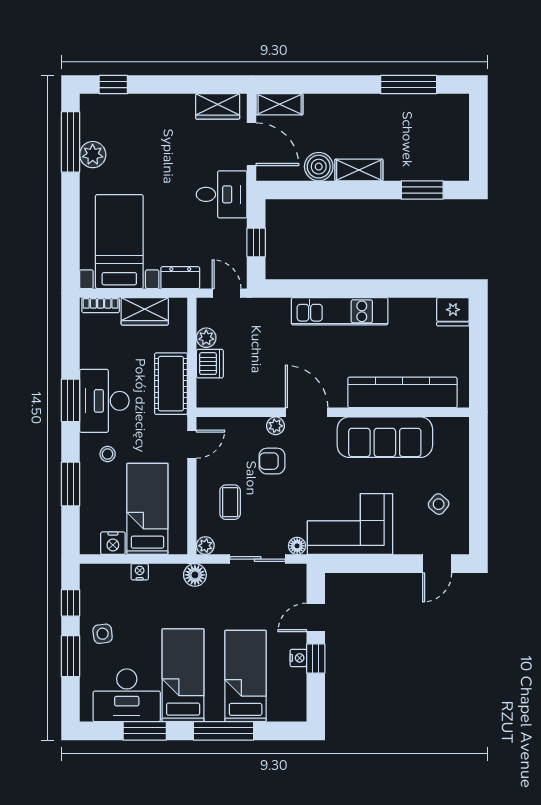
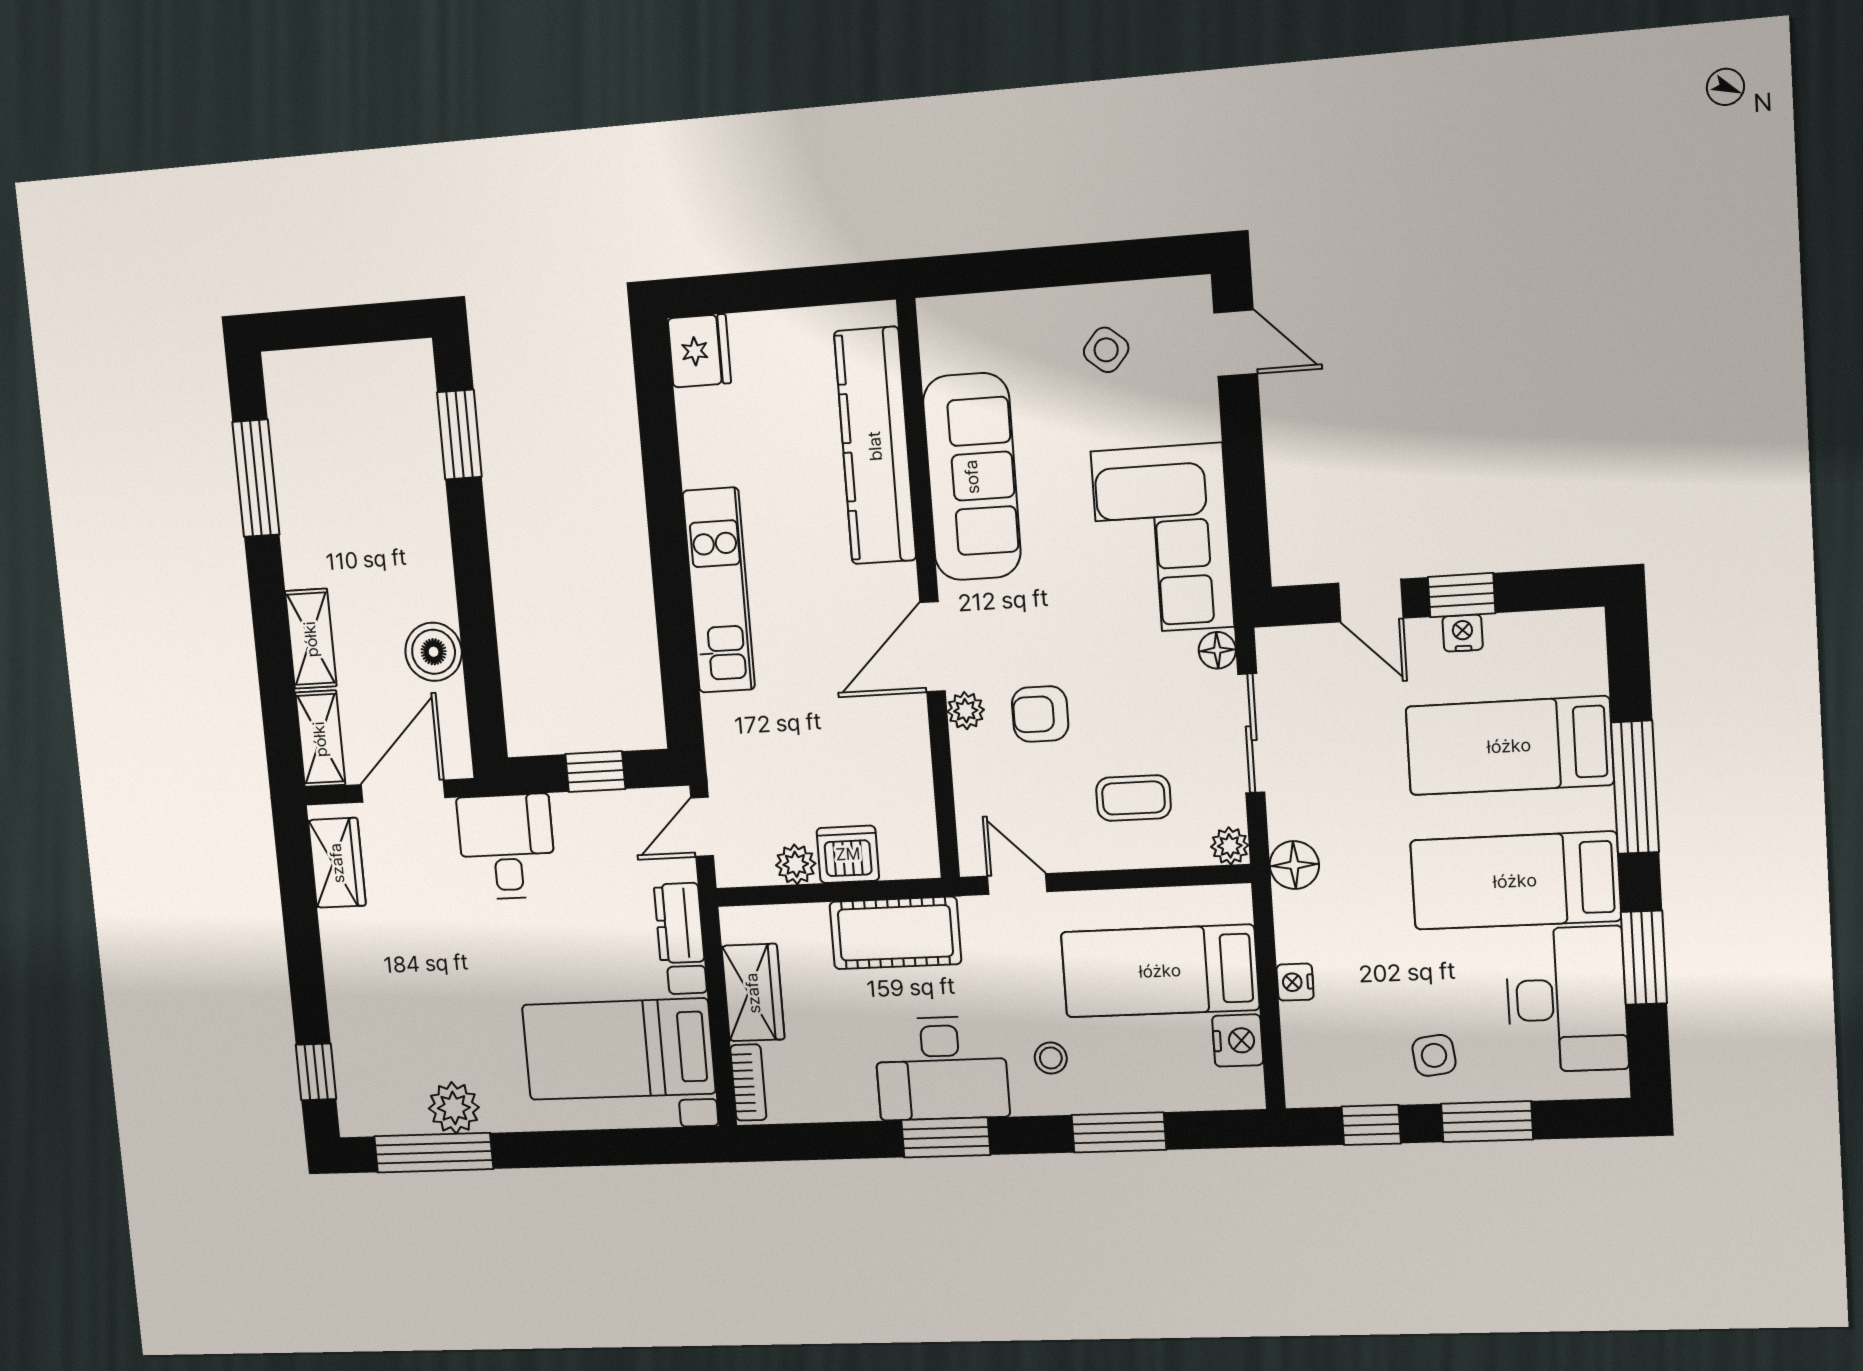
shelving: (359, 170) -> (311, 639), moved
armchair: (272, 461) -> (1040, 714), turned 90

